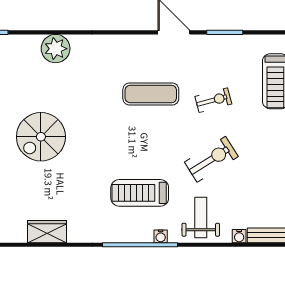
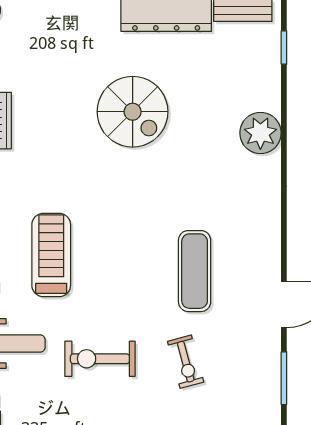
spiral stairs: (41, 137) -> (133, 112), turned 180
exercise bike: (211, 159) -> (100, 359), turned 122

